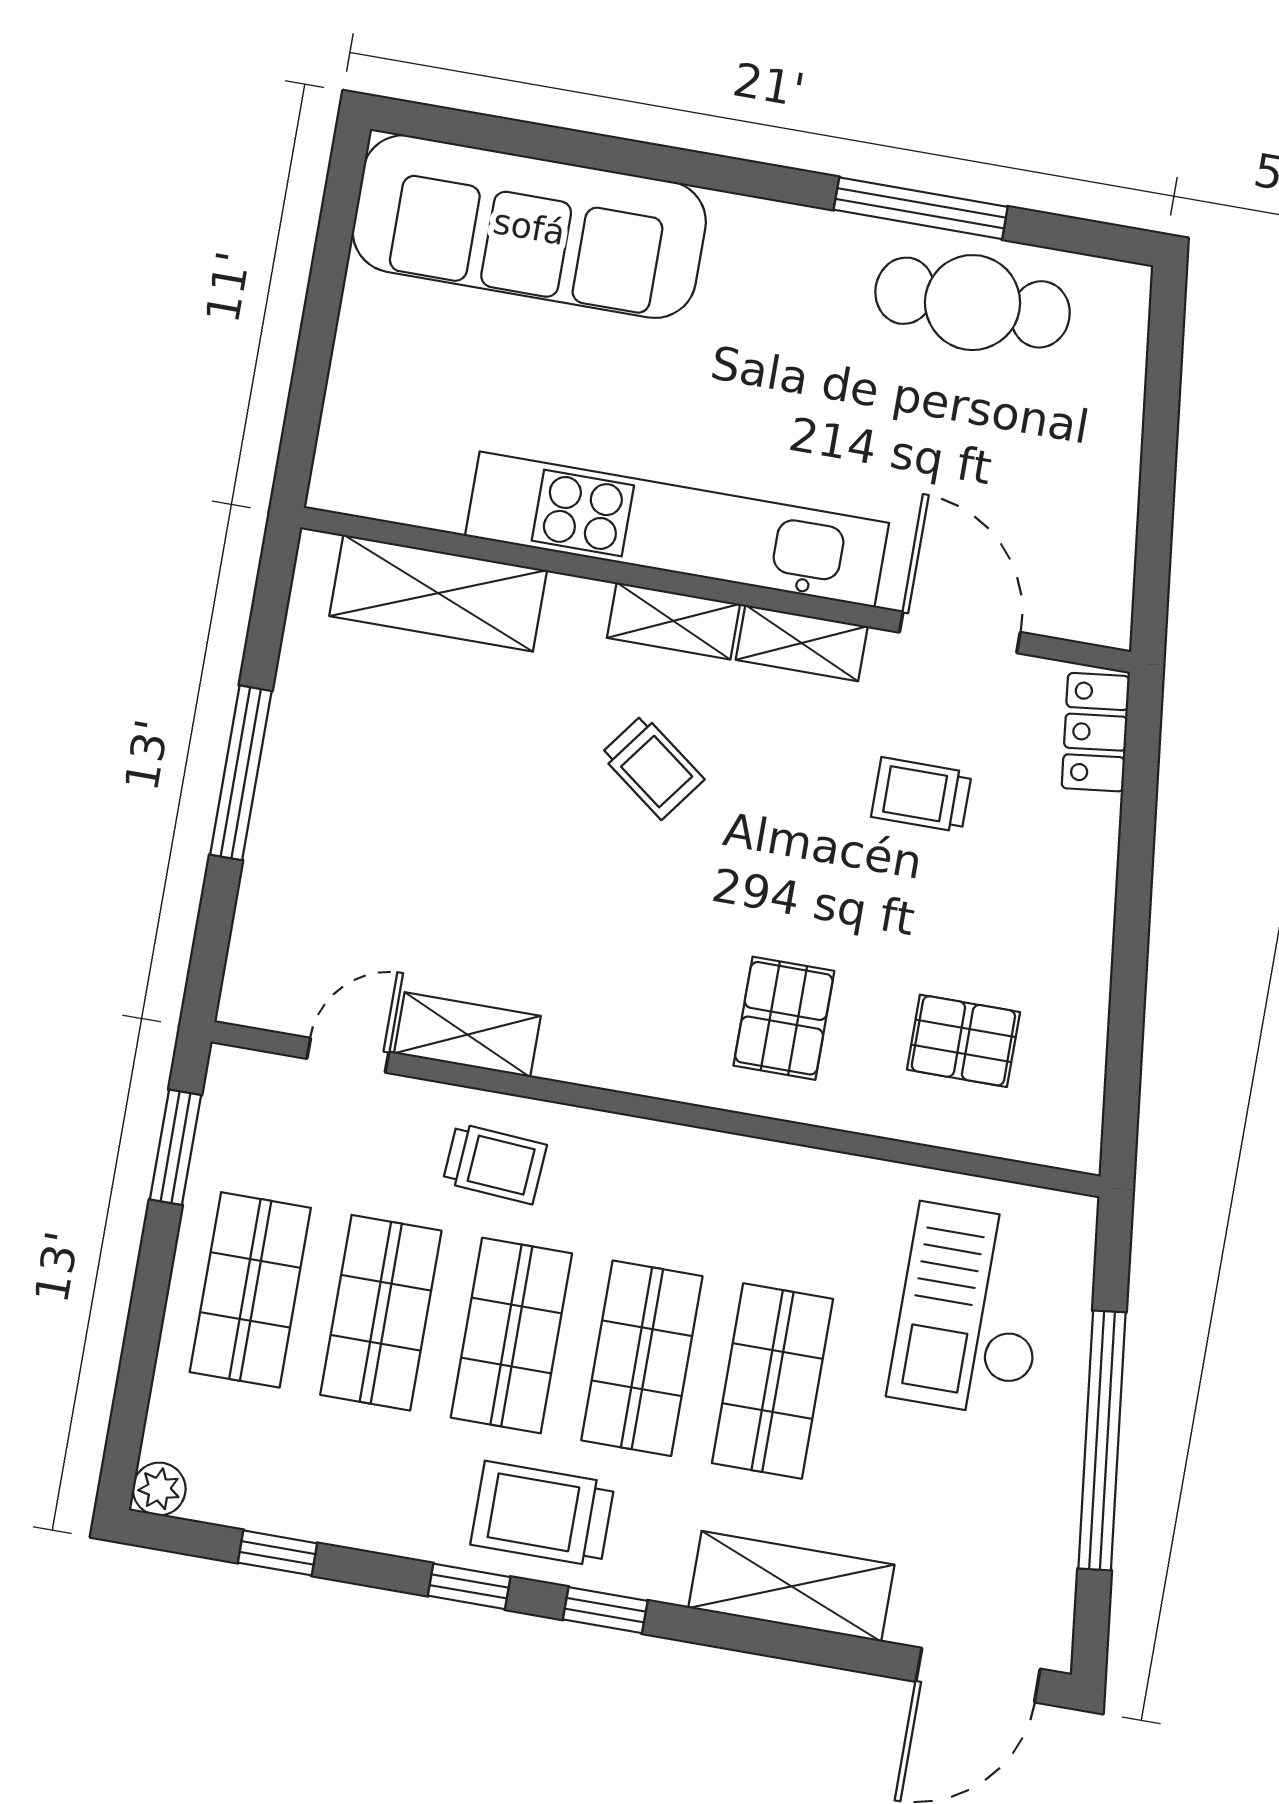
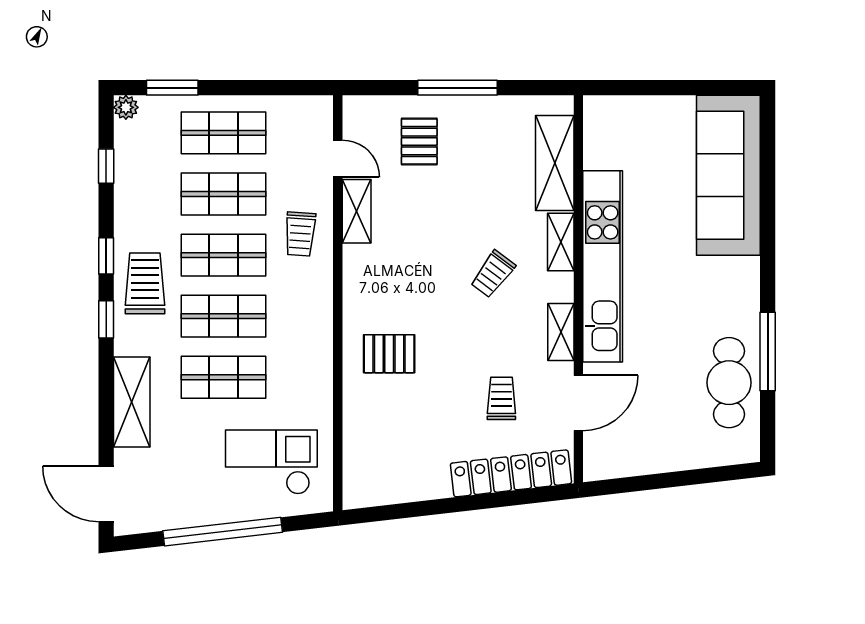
shelving: (674, 621) -> (561, 242), moved
locker: (1096, 732) -> (511, 473), width x2.16, depth x1.21
pallet: (963, 1041) -> (419, 142), moved
window: (175, 1147) -> (172, 88), moved

